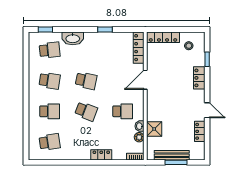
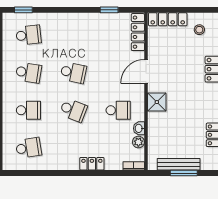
window: (105, 30) -> (109, 10), moved
washbasin: (73, 38) -> (57, 21), removed
shower: (154, 129) -> (157, 102), moved

